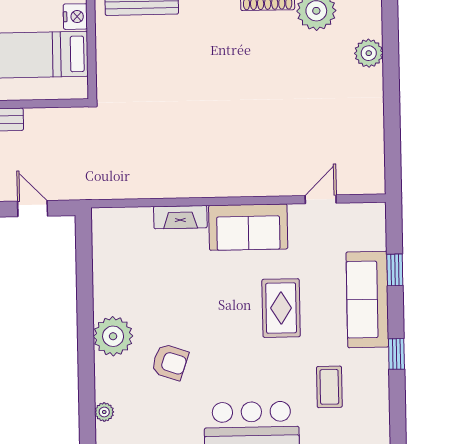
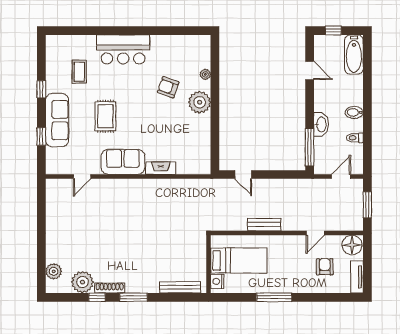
plant: (369, 53) -> (54, 271), moved
plant: (104, 412) -> (205, 74), moved

